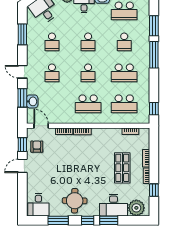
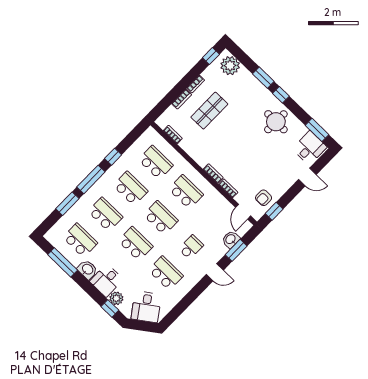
window: (22, 34) -> (184, 303), removed
school desk: (52, 42) -> (166, 273), width x1.85
school desk: (88, 42) -> (136, 244), width x1.85
school desk: (124, 42) -> (105, 214), width x1.85
door: (22, 72) -> (215, 272), hinge flipped
school desk: (88, 73) -> (161, 218), width x1.85
window: (154, 109) -> (113, 157), moved
door: (22, 166) -> (307, 177), moved
window: (154, 190) -> (211, 56), moved
desk: (113, 205) -> (247, 87), removed
window: (58, 220) -> (317, 130), moved

